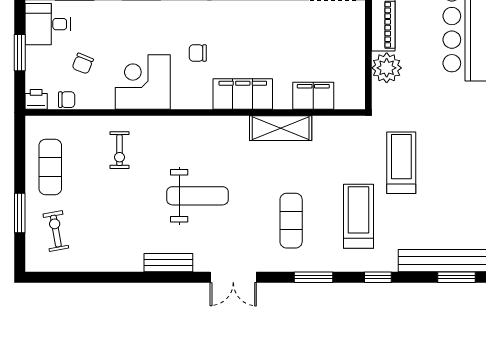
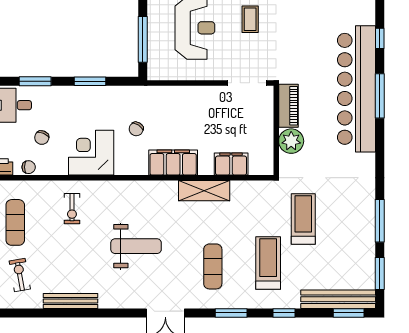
chair: (198, 53) -> (136, 129), turned -57
bench: (168, 263) -> (70, 301), moved, width x1.36

